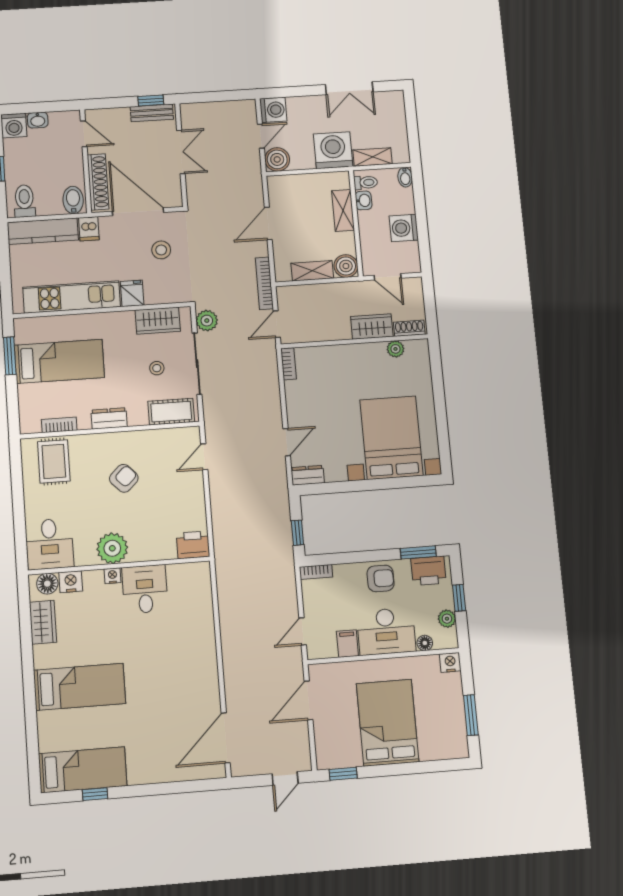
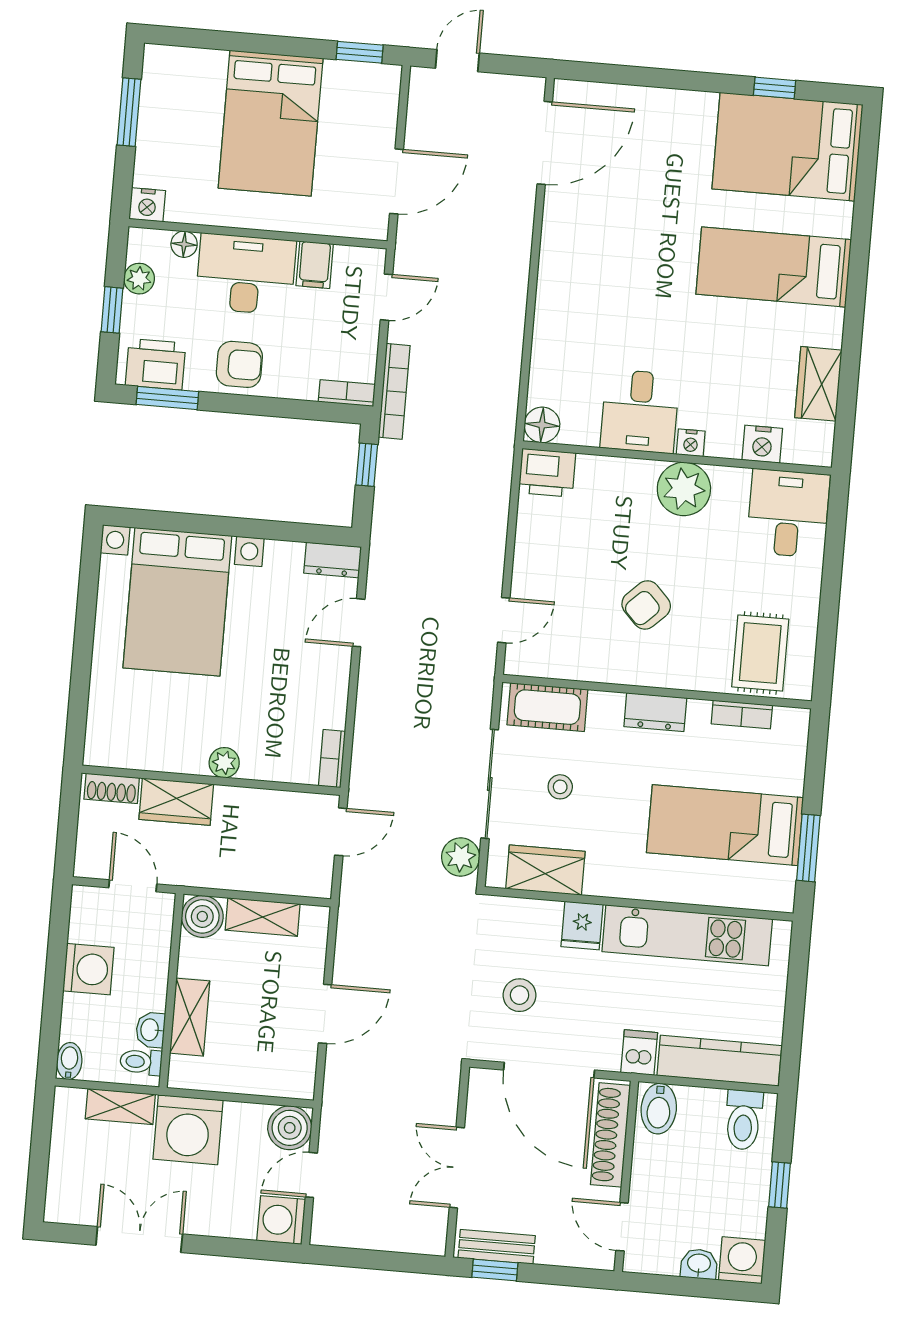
bookcase: (264, 283) -> (394, 391), moved
plant: (395, 349) -> (224, 763), moved
armchair: (381, 578) -> (239, 364), turned 180
floor lamp: (47, 584) -> (542, 425), moved
bed: (83, 770) -> (787, 147), width x1.50

